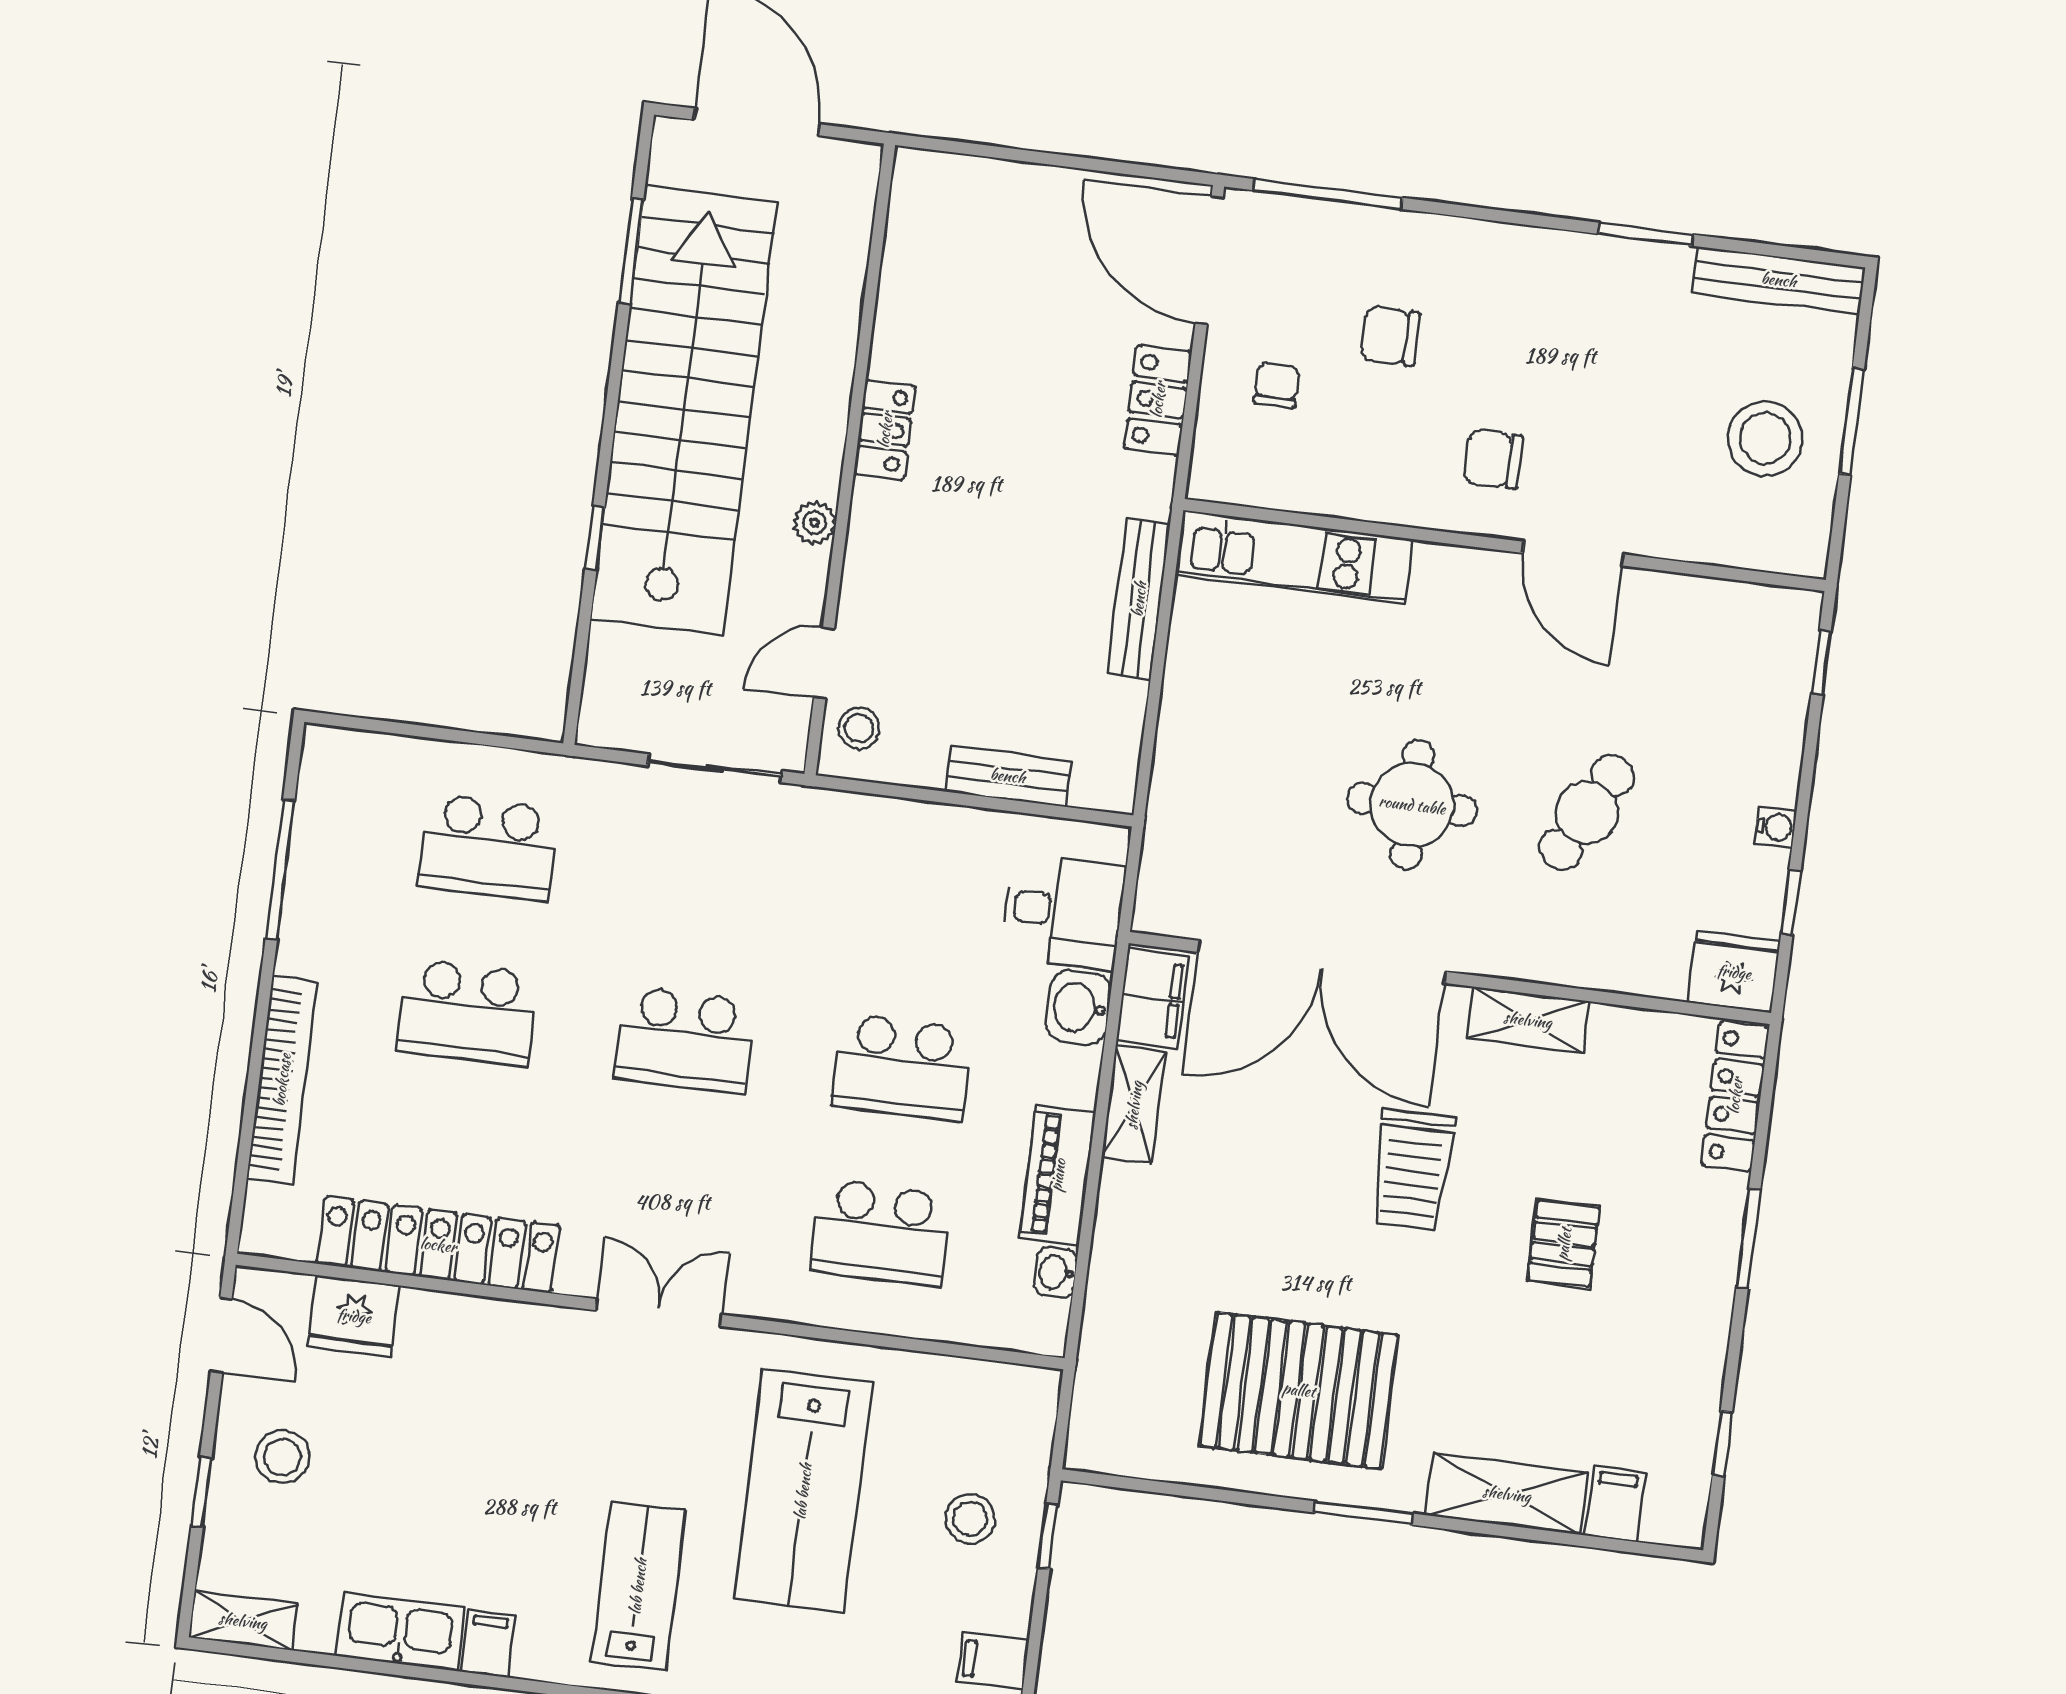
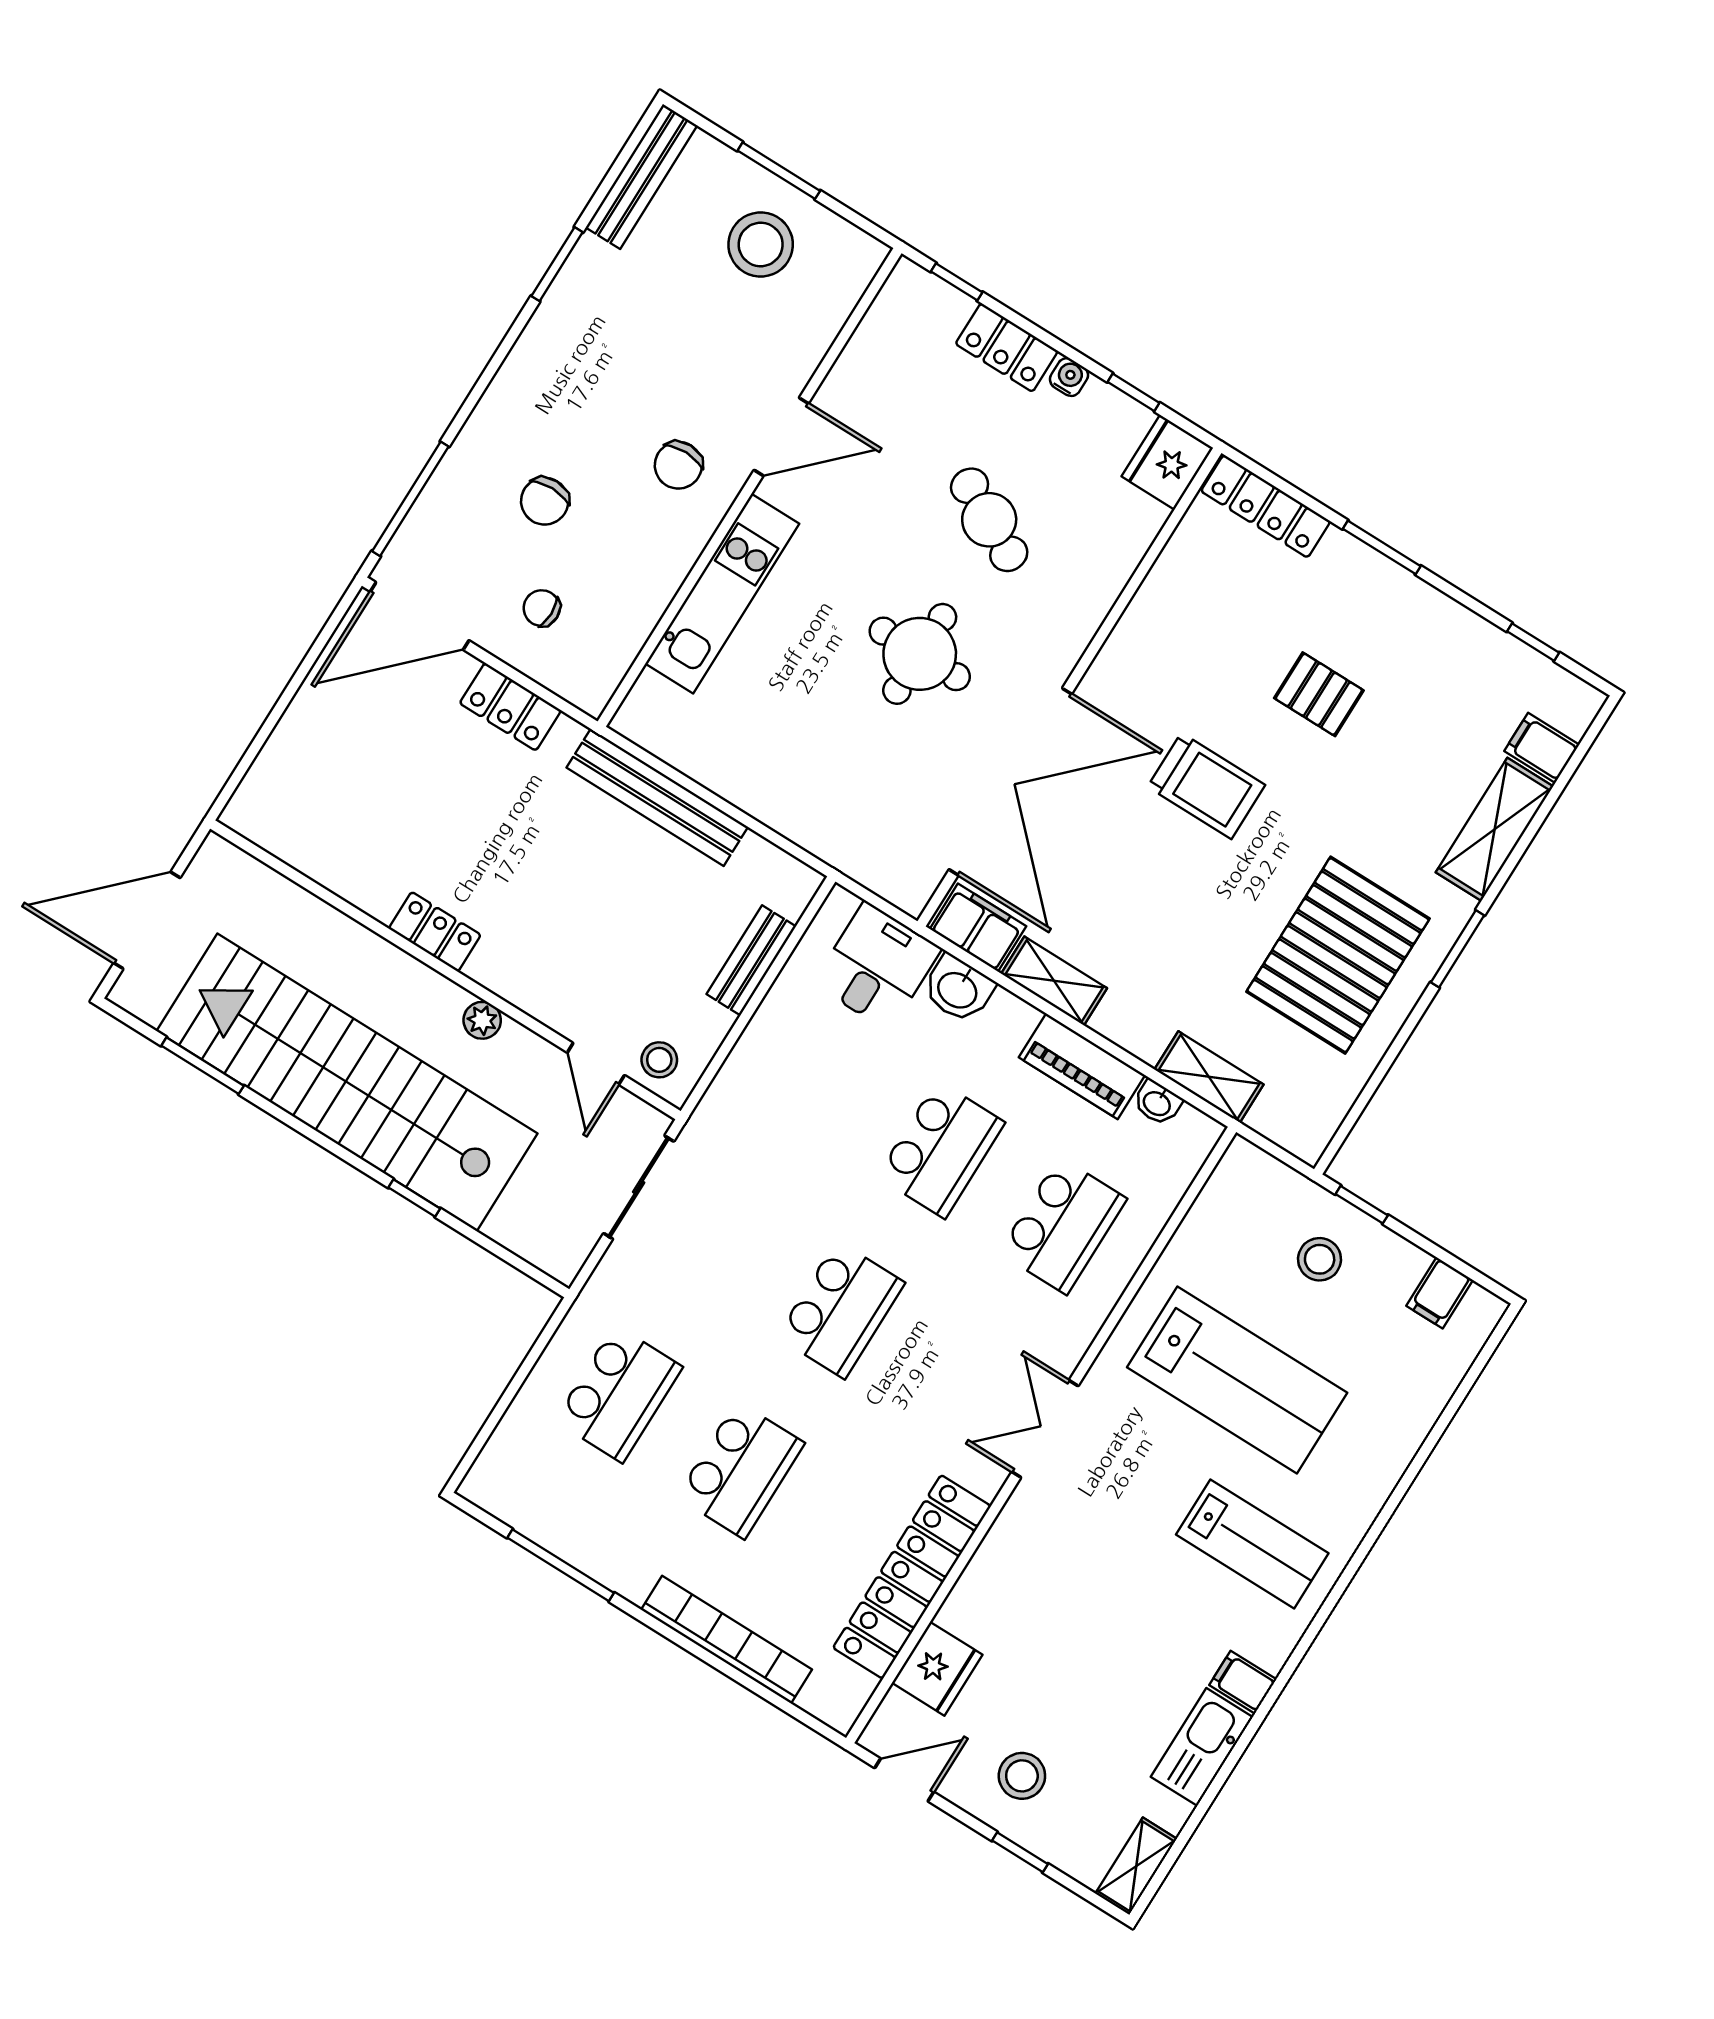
kitchen unit: (1294, 557) -> (722, 594), moved
bench: (1139, 599) -> (657, 797), width x1.37, depth x1.21
locker: (1776, 747) -> (1007, 347), added
shelving: (1528, 1020) -> (1209, 1077), moved, turned 90
lab bench: (638, 1586) -> (1252, 1544), turned 180

